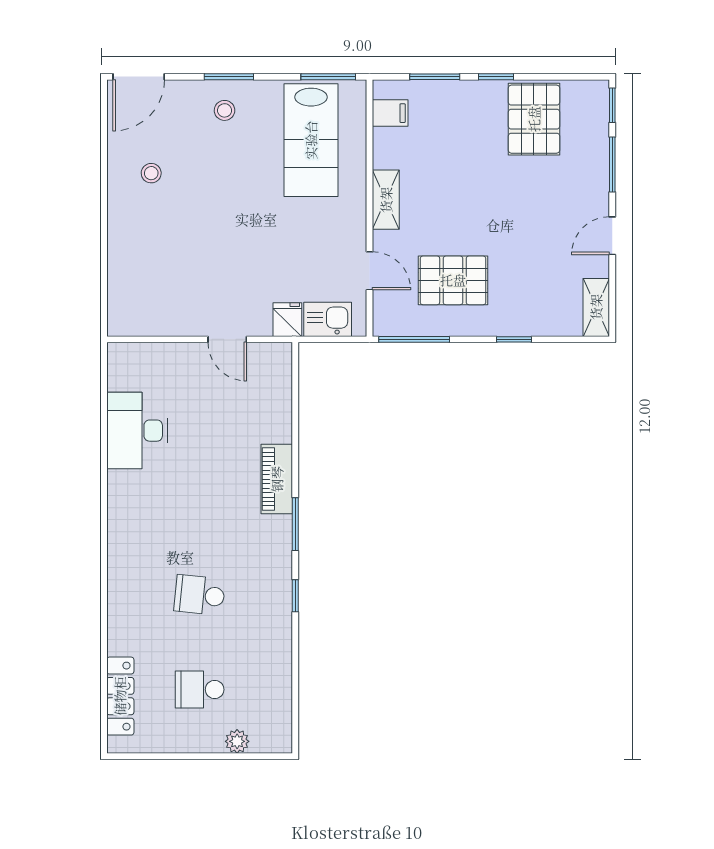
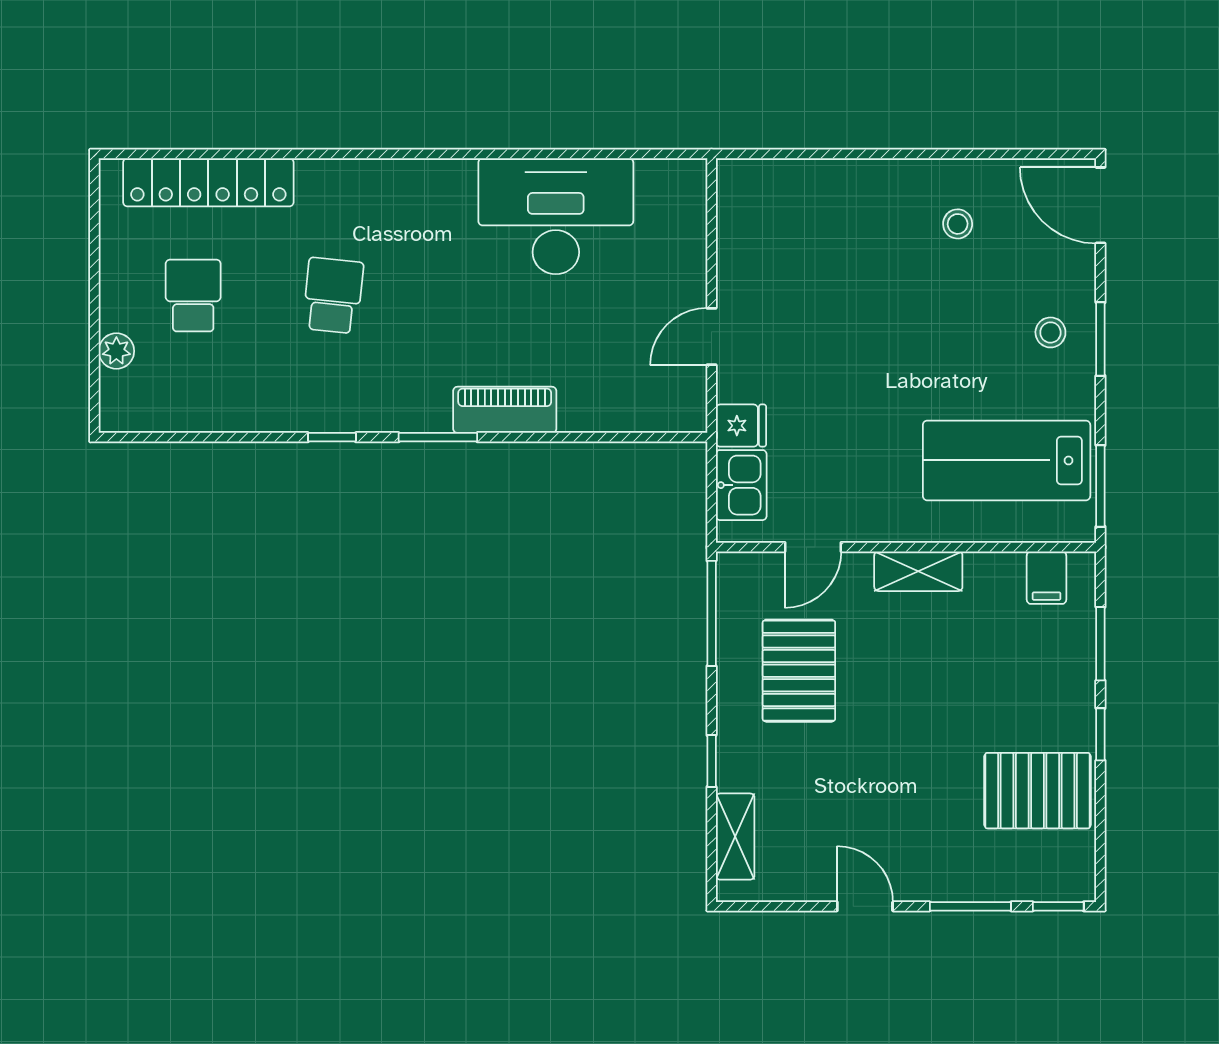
shelving: (596, 307) -> (735, 837), moved, turned 90
desk: (137, 431) -> (556, 216), width x1.36, depth x1.30
locker: (120, 696) -> (208, 182), width x1.41, depth x1.21

